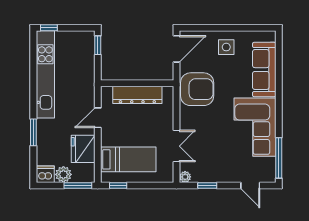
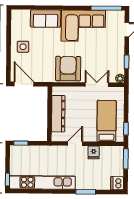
sofa: (264, 70) -> (46, 18), width x0.73
armchair: (197, 89) -> (68, 69), moved
door: (98, 118) -> (75, 144), swing flipped
fridge: (83, 149) -> (94, 152), width x0.53, depth x0.75
plant: (63, 174) -> (117, 170), removed

